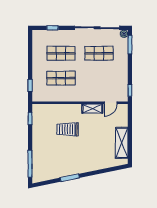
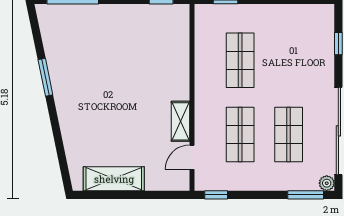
shop shelf: (61, 53) -> (240, 134), moved
door: (111, 103) -> (192, 157), hinge flipped
trolley: (68, 129) -> (140, 73), removed

